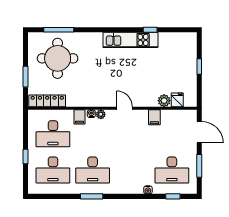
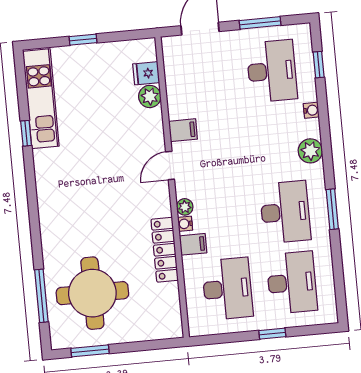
kitchen unit: (130, 40) -> (41, 99), moved
window: (26, 77) -> (90, 351), moved
locker: (47, 101) -> (165, 250), moved
filing cabinet: (154, 117) -> (183, 130), moved
plant: (125, 187) -> (310, 151), added

